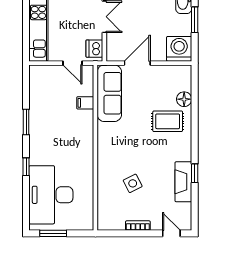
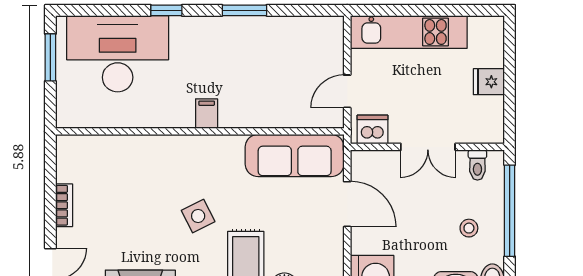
filing cabinet: (85, 103) -> (207, 114), moved
side table: (133, 183) -> (198, 216), moved

